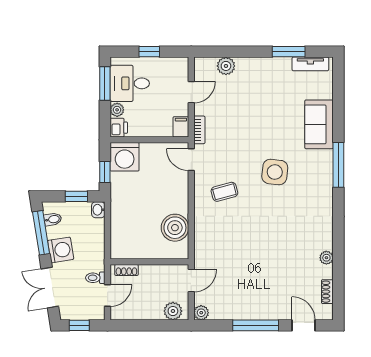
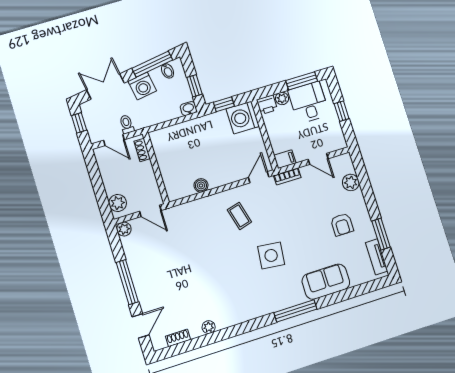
armchair: (266, 89) -> (342, 225), added
boiler: (175, 228) -> (201, 185), width x0.54, depth x0.54

